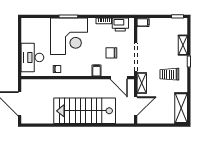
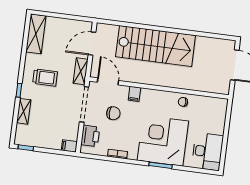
printer: (120, 24) -> (90, 136), moved, turned 90
desk: (32, 57) -> (207, 152), moved

